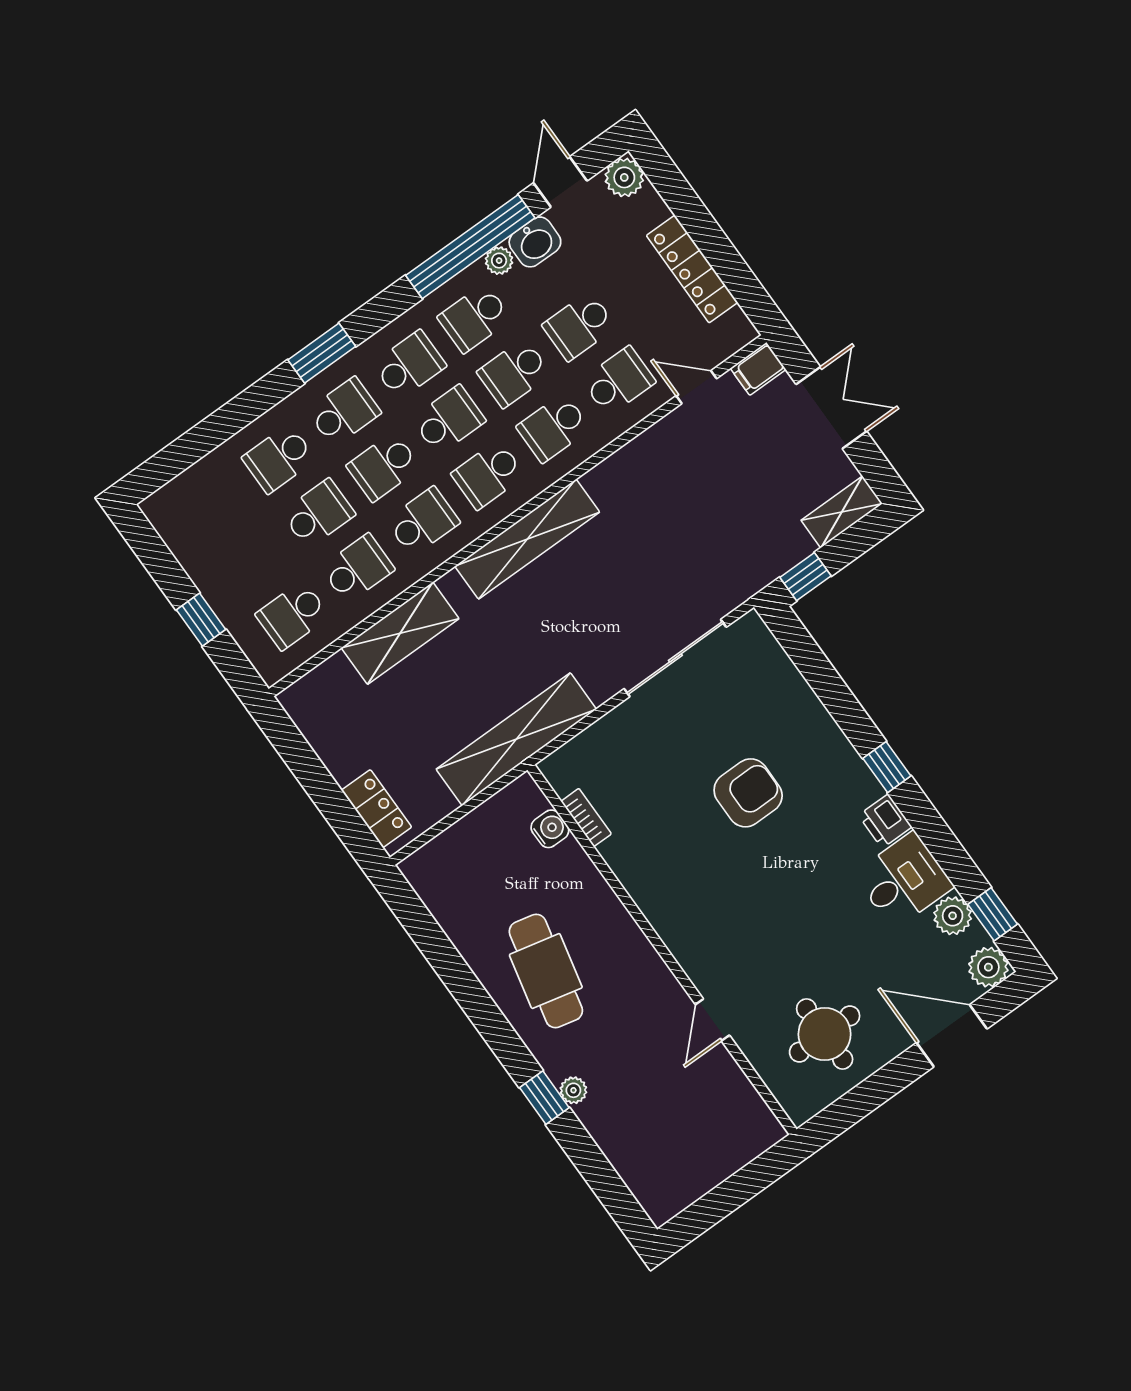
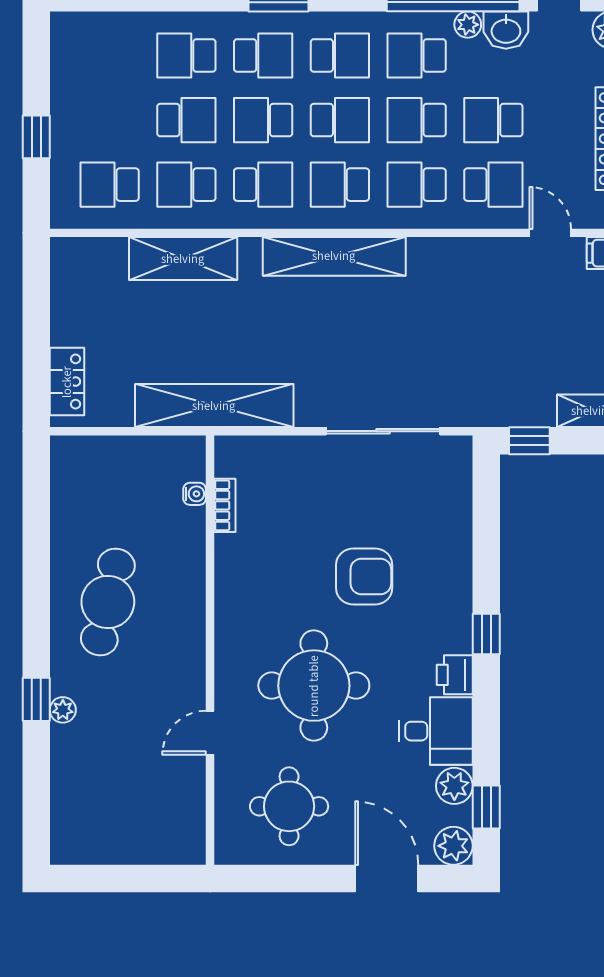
school desk: (358, 568) -> (186, 185), turned 180
water cooler: (550, 829) -> (195, 494), width x0.72, depth x0.72
round table: (772, 916) -> (314, 686), added

